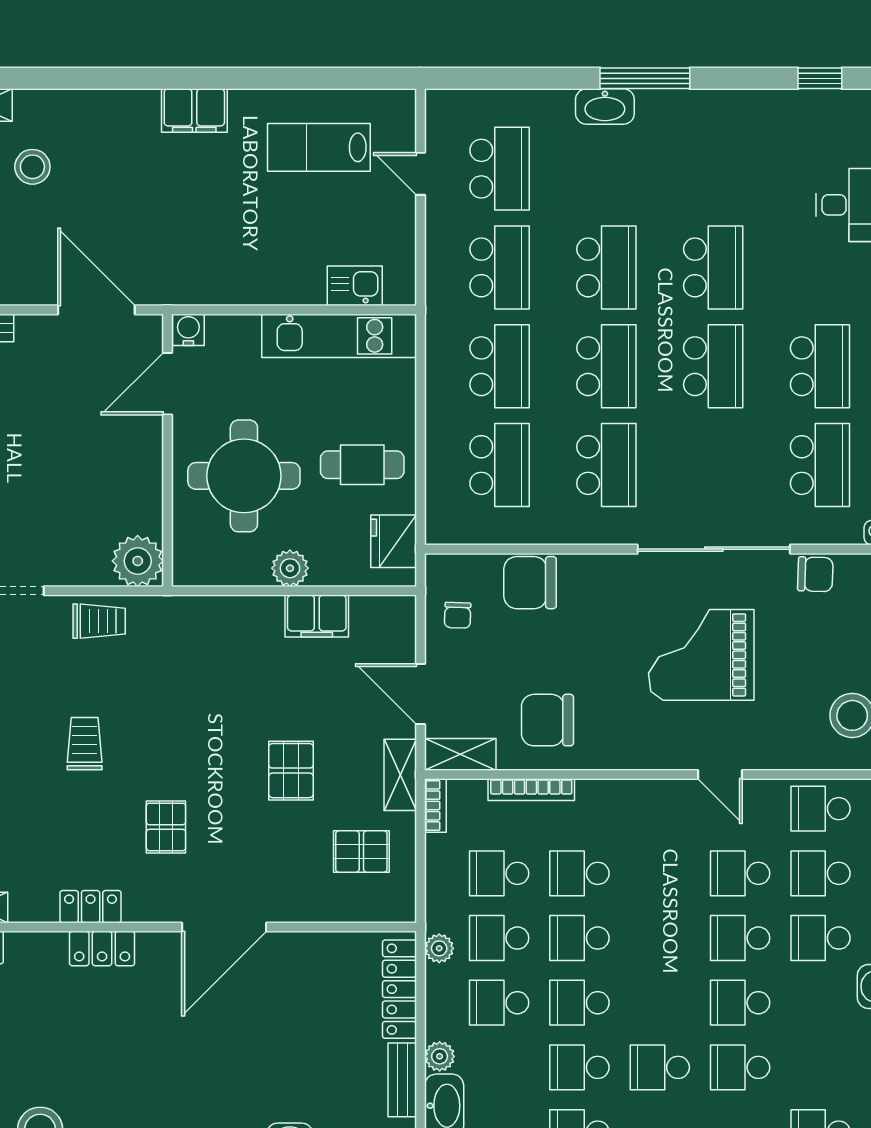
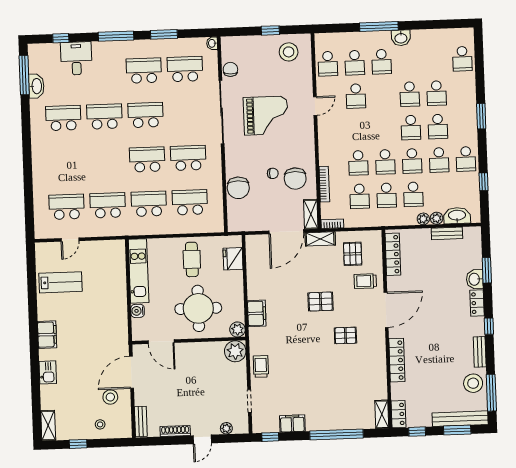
window: (645, 78) -> (27, 148), removed
window: (820, 78) -> (24, 75), width x2.17
washbasin: (605, 106) -> (36, 86), moved
lab bench: (319, 147) -> (61, 282), turned -90
stool: (32, 167) -> (110, 397), moved
school desk: (606, 267) -> (63, 118), moved
kitchen sink: (355, 286) -> (48, 372), moved, turned 180
water cooler: (188, 330) -> (138, 311), moved
fridge: (394, 541) -> (233, 259), moved, turned 90
plant: (290, 568) -> (237, 329), moved
chair: (458, 615) -> (273, 173), moved
filing cabinet: (317, 616) -> (257, 313), moved
grand piano: (701, 655) -> (266, 116), turned -90
door: (421, 694) -> (286, 232), width x1.36
trolley: (85, 744) -> (365, 281), moved
pallet: (291, 771) -> (321, 302), moved
locker: (91, 907) -> (380, 366), removed
door: (224, 927) -> (386, 310), hinge flipped
school desk: (740, 938) -> (411, 128), moved
plant: (439, 948) -> (423, 219), moved
locker: (102, 949) -> (397, 360), width x1.53
locker: (400, 989) -> (393, 254), moved, turned -90

